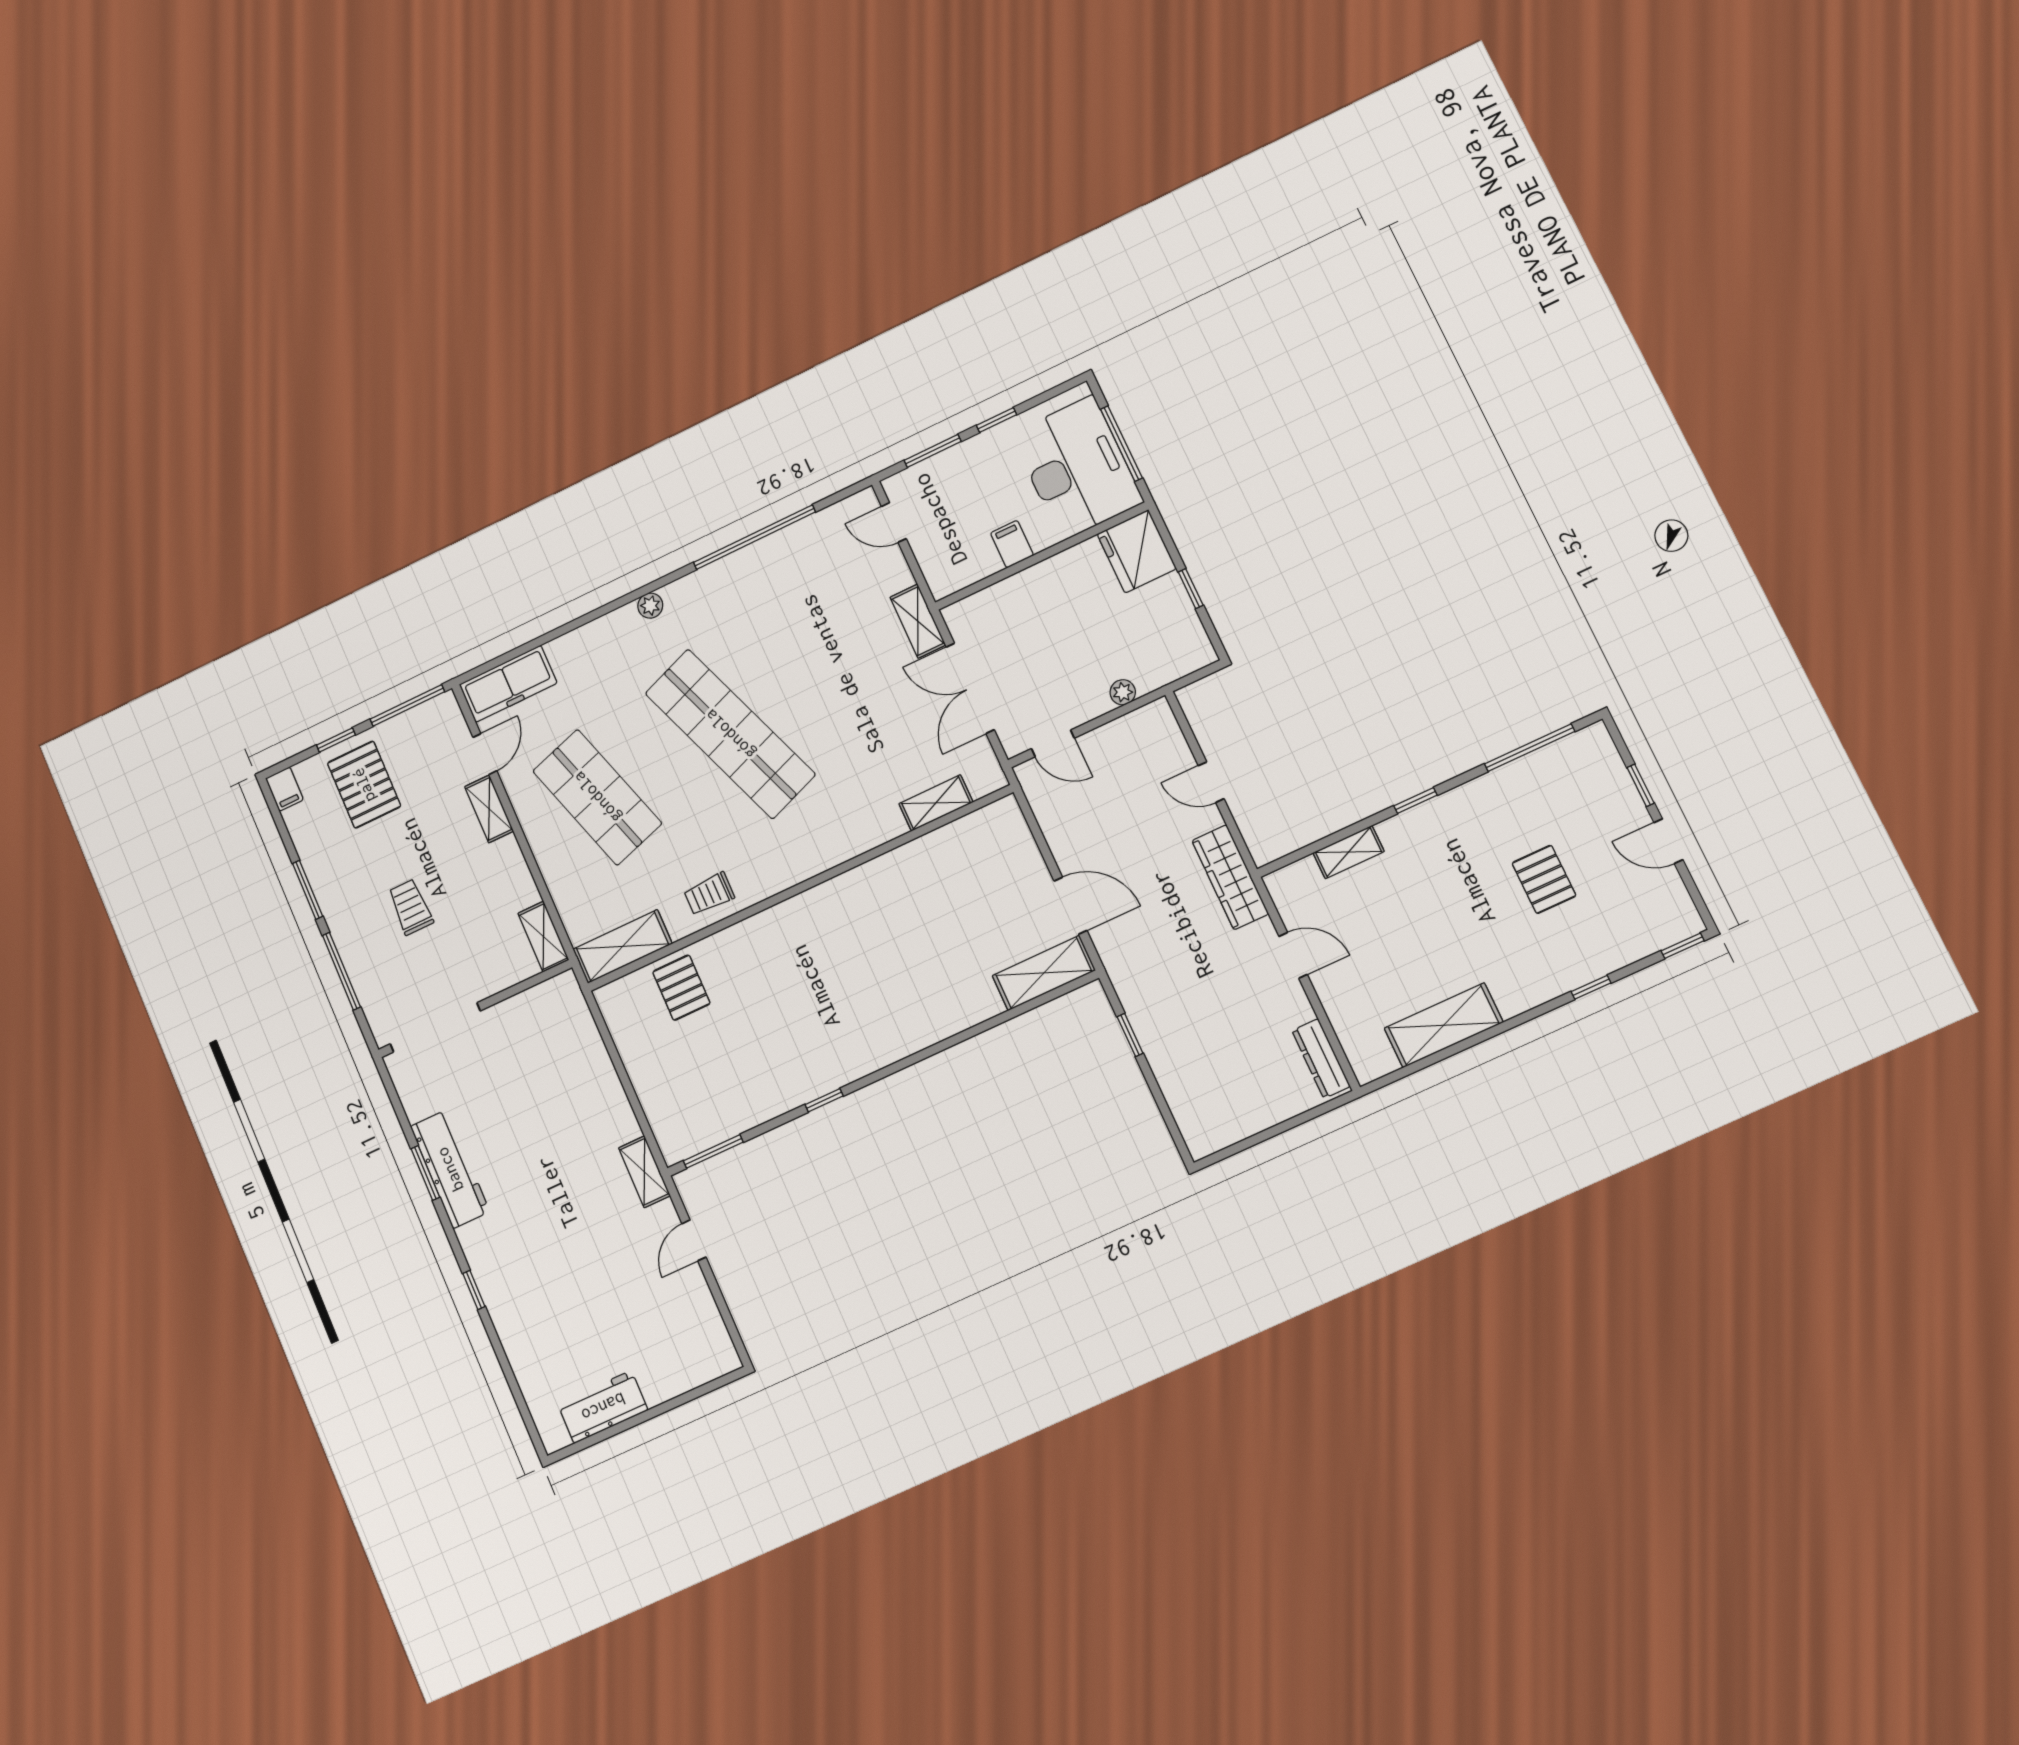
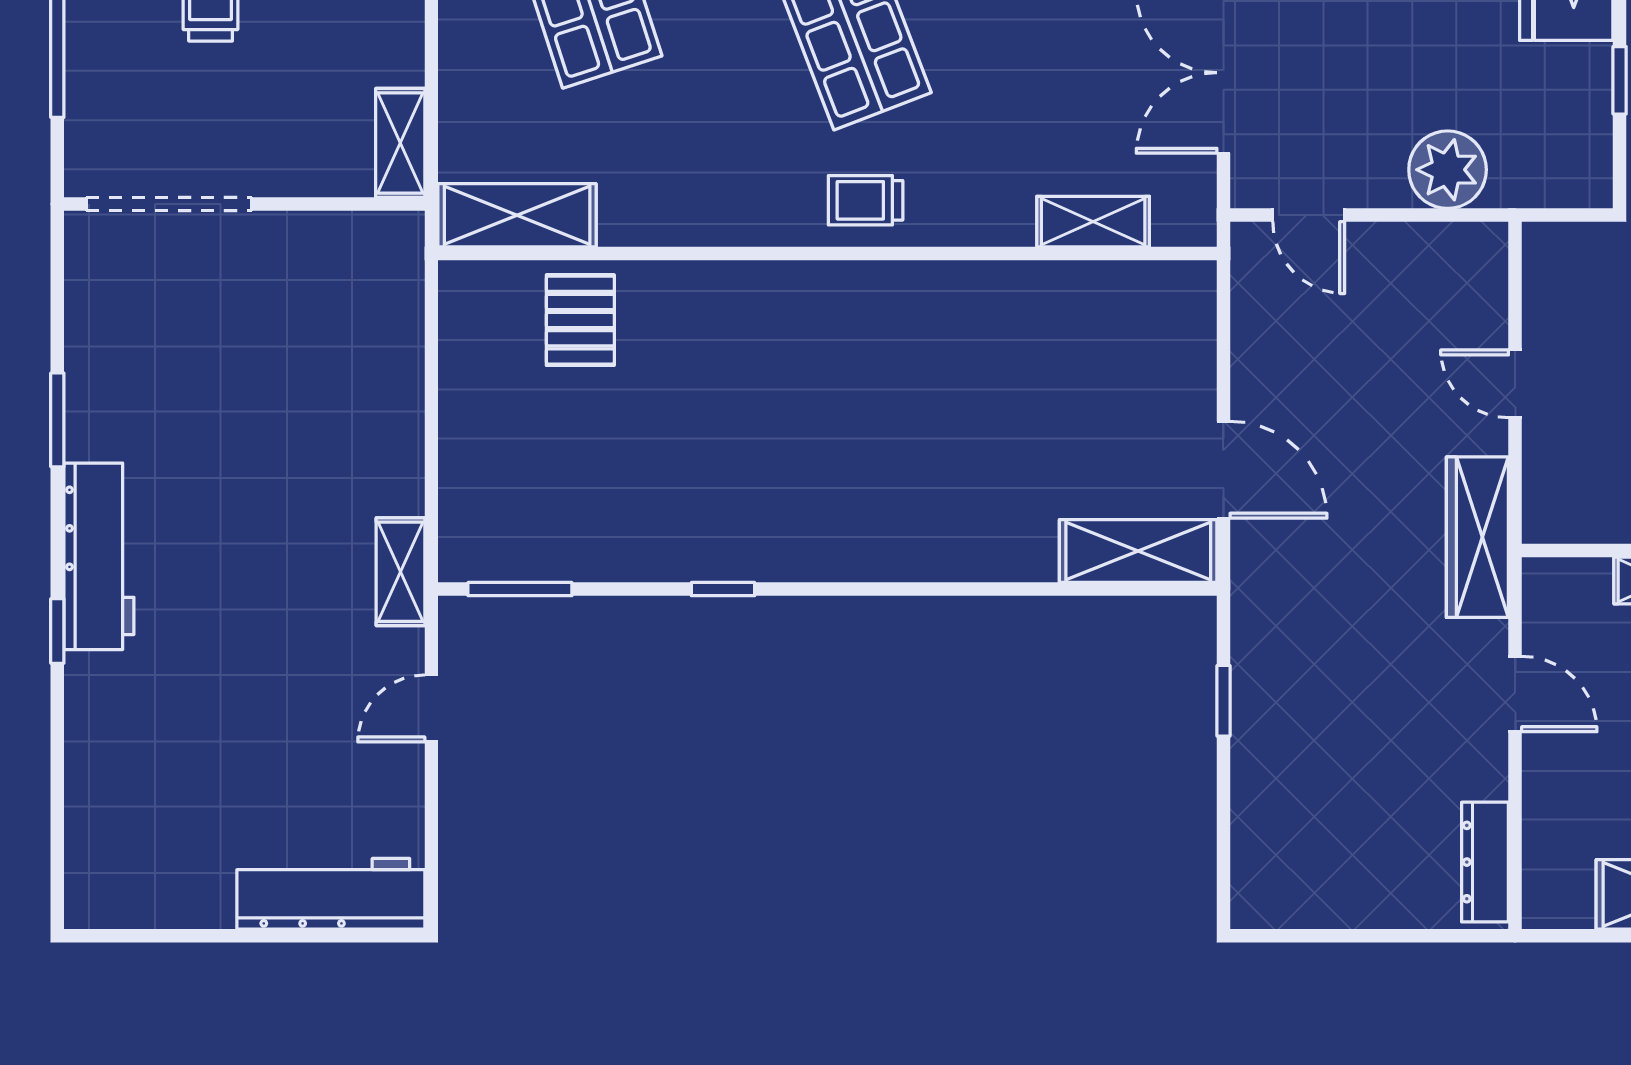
plant: (1123, 692) -> (1448, 170), width x1.88, depth x1.88
trolley: (709, 894) -> (866, 200), moved
workbench: (450, 1169) -> (99, 556), moved
workbench: (603, 1407) -> (331, 894), moved, width x1.38

